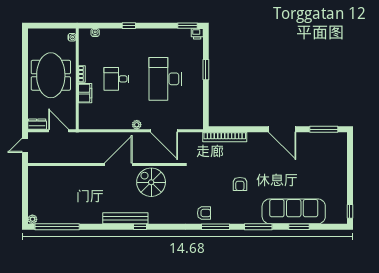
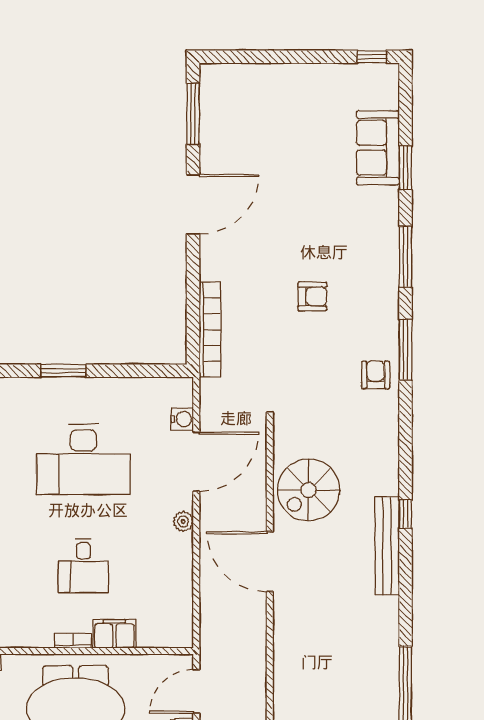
water cooler: (184, 124) -> (182, 419), added
sofa: (294, 211) -> (378, 148), width x0.54, depth x0.79

